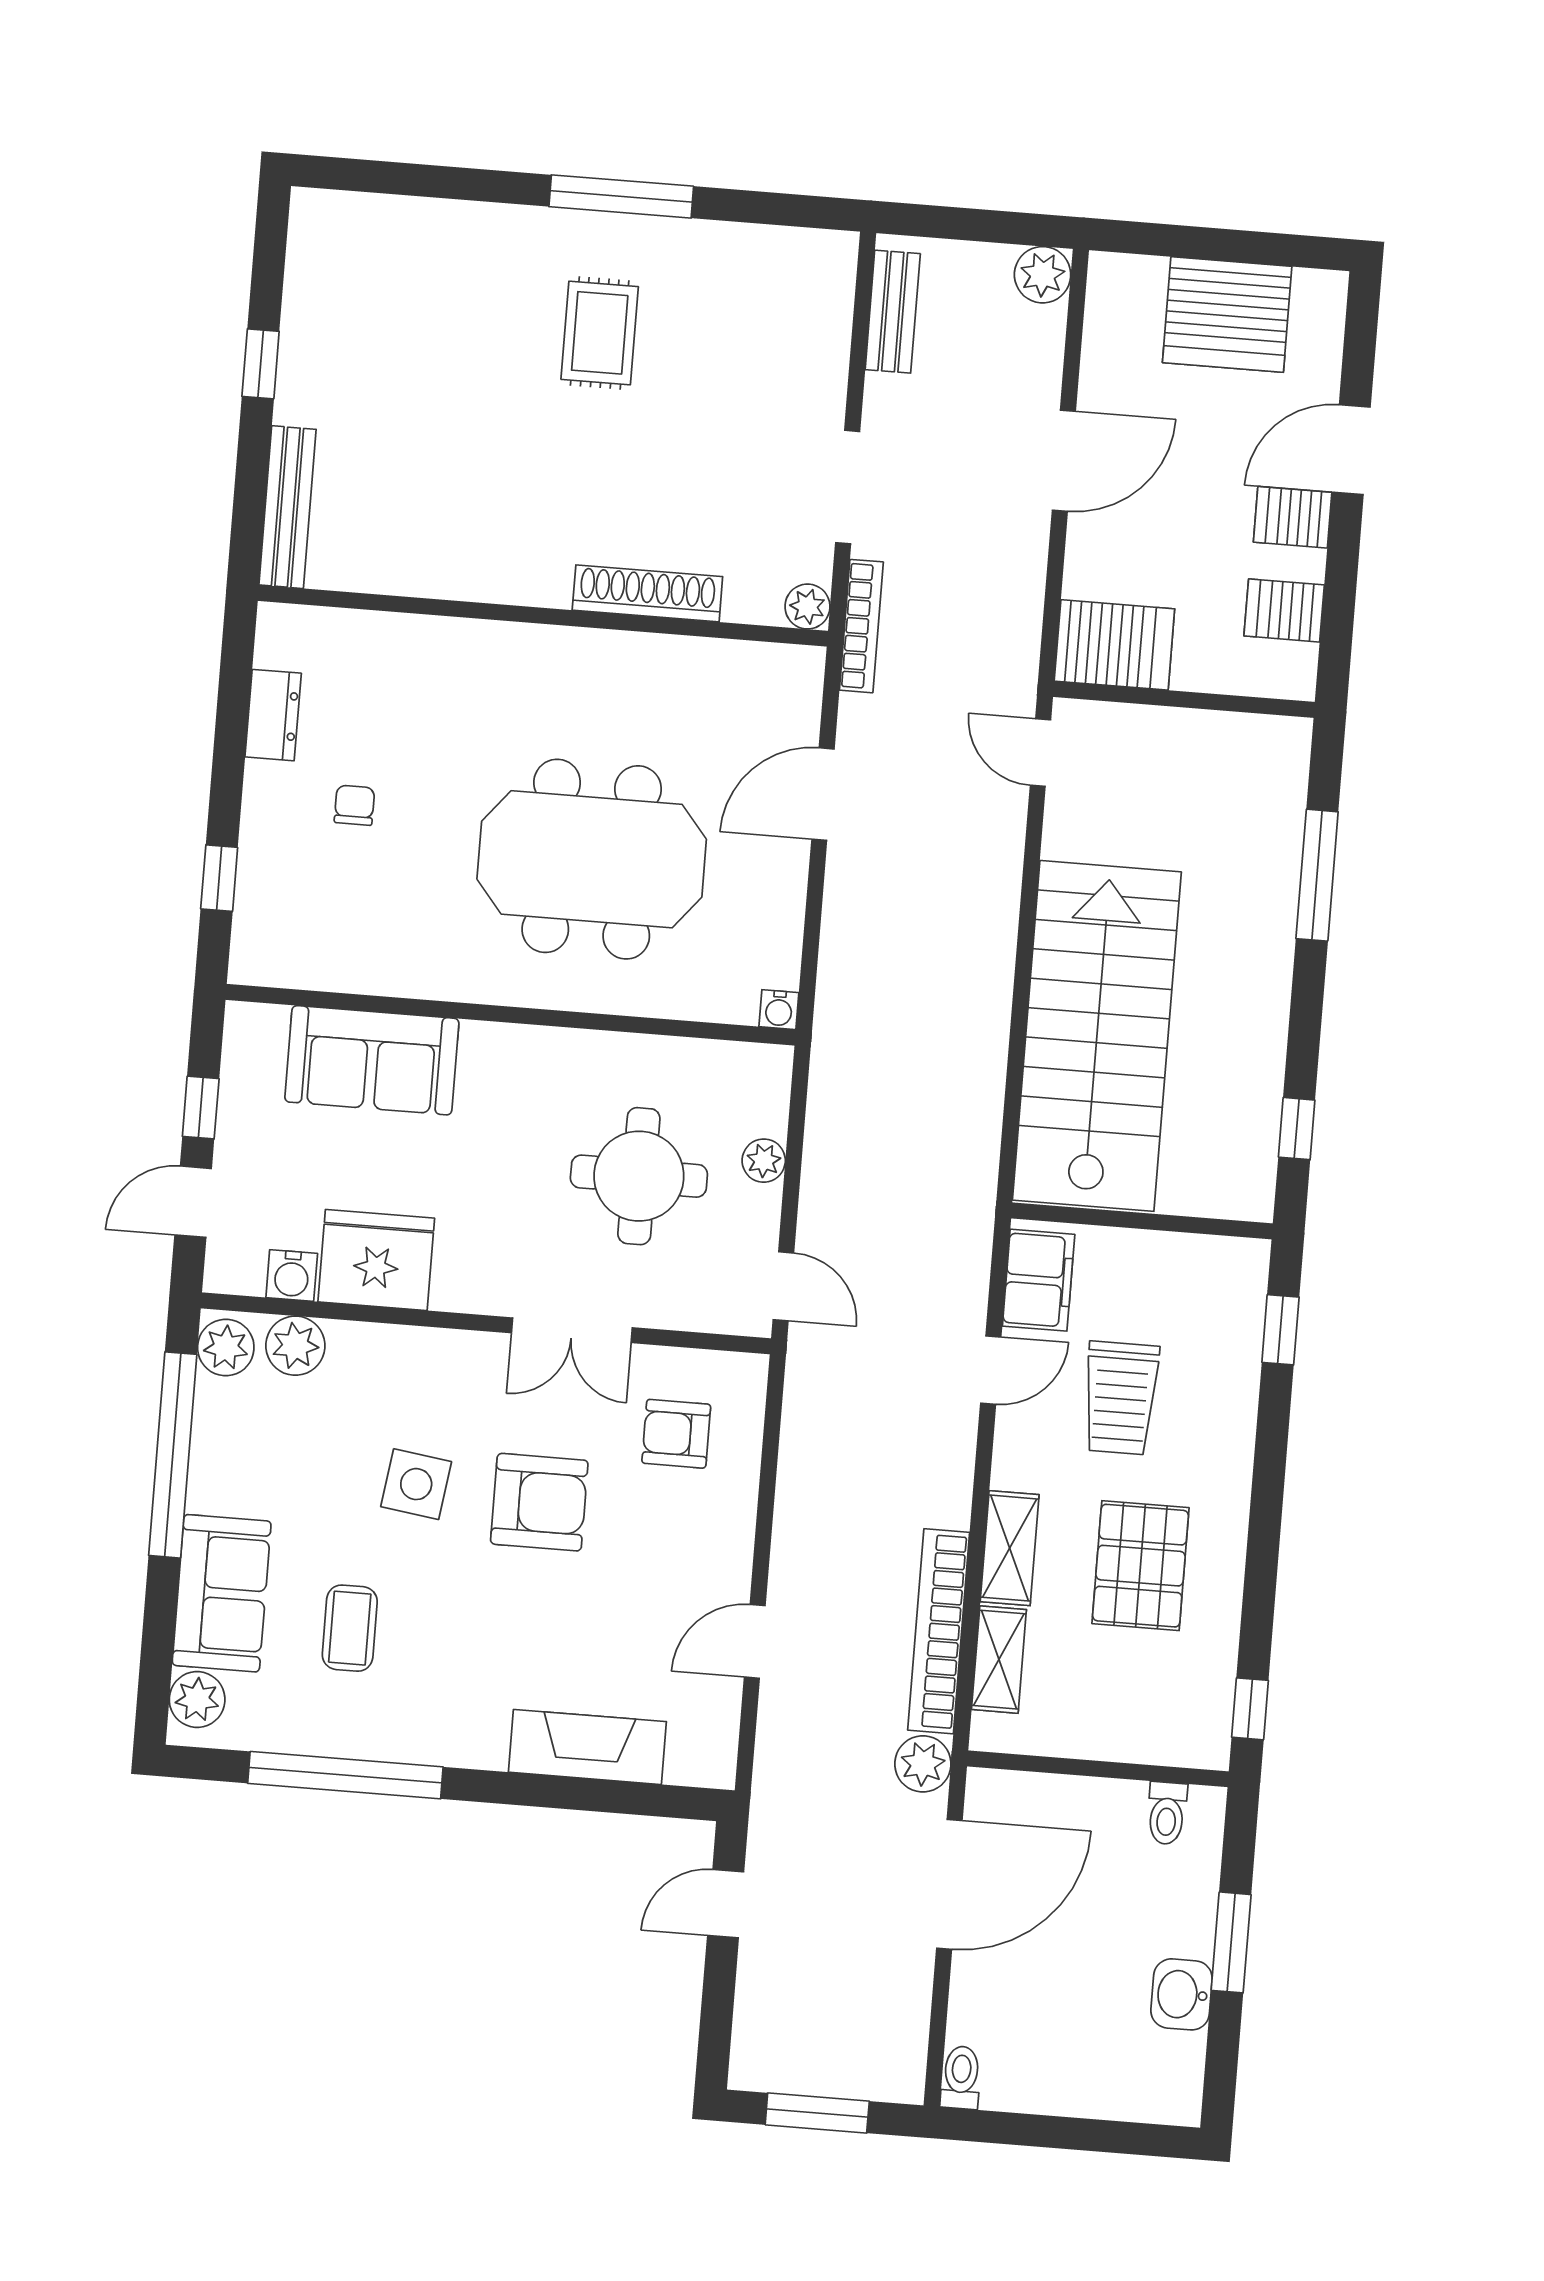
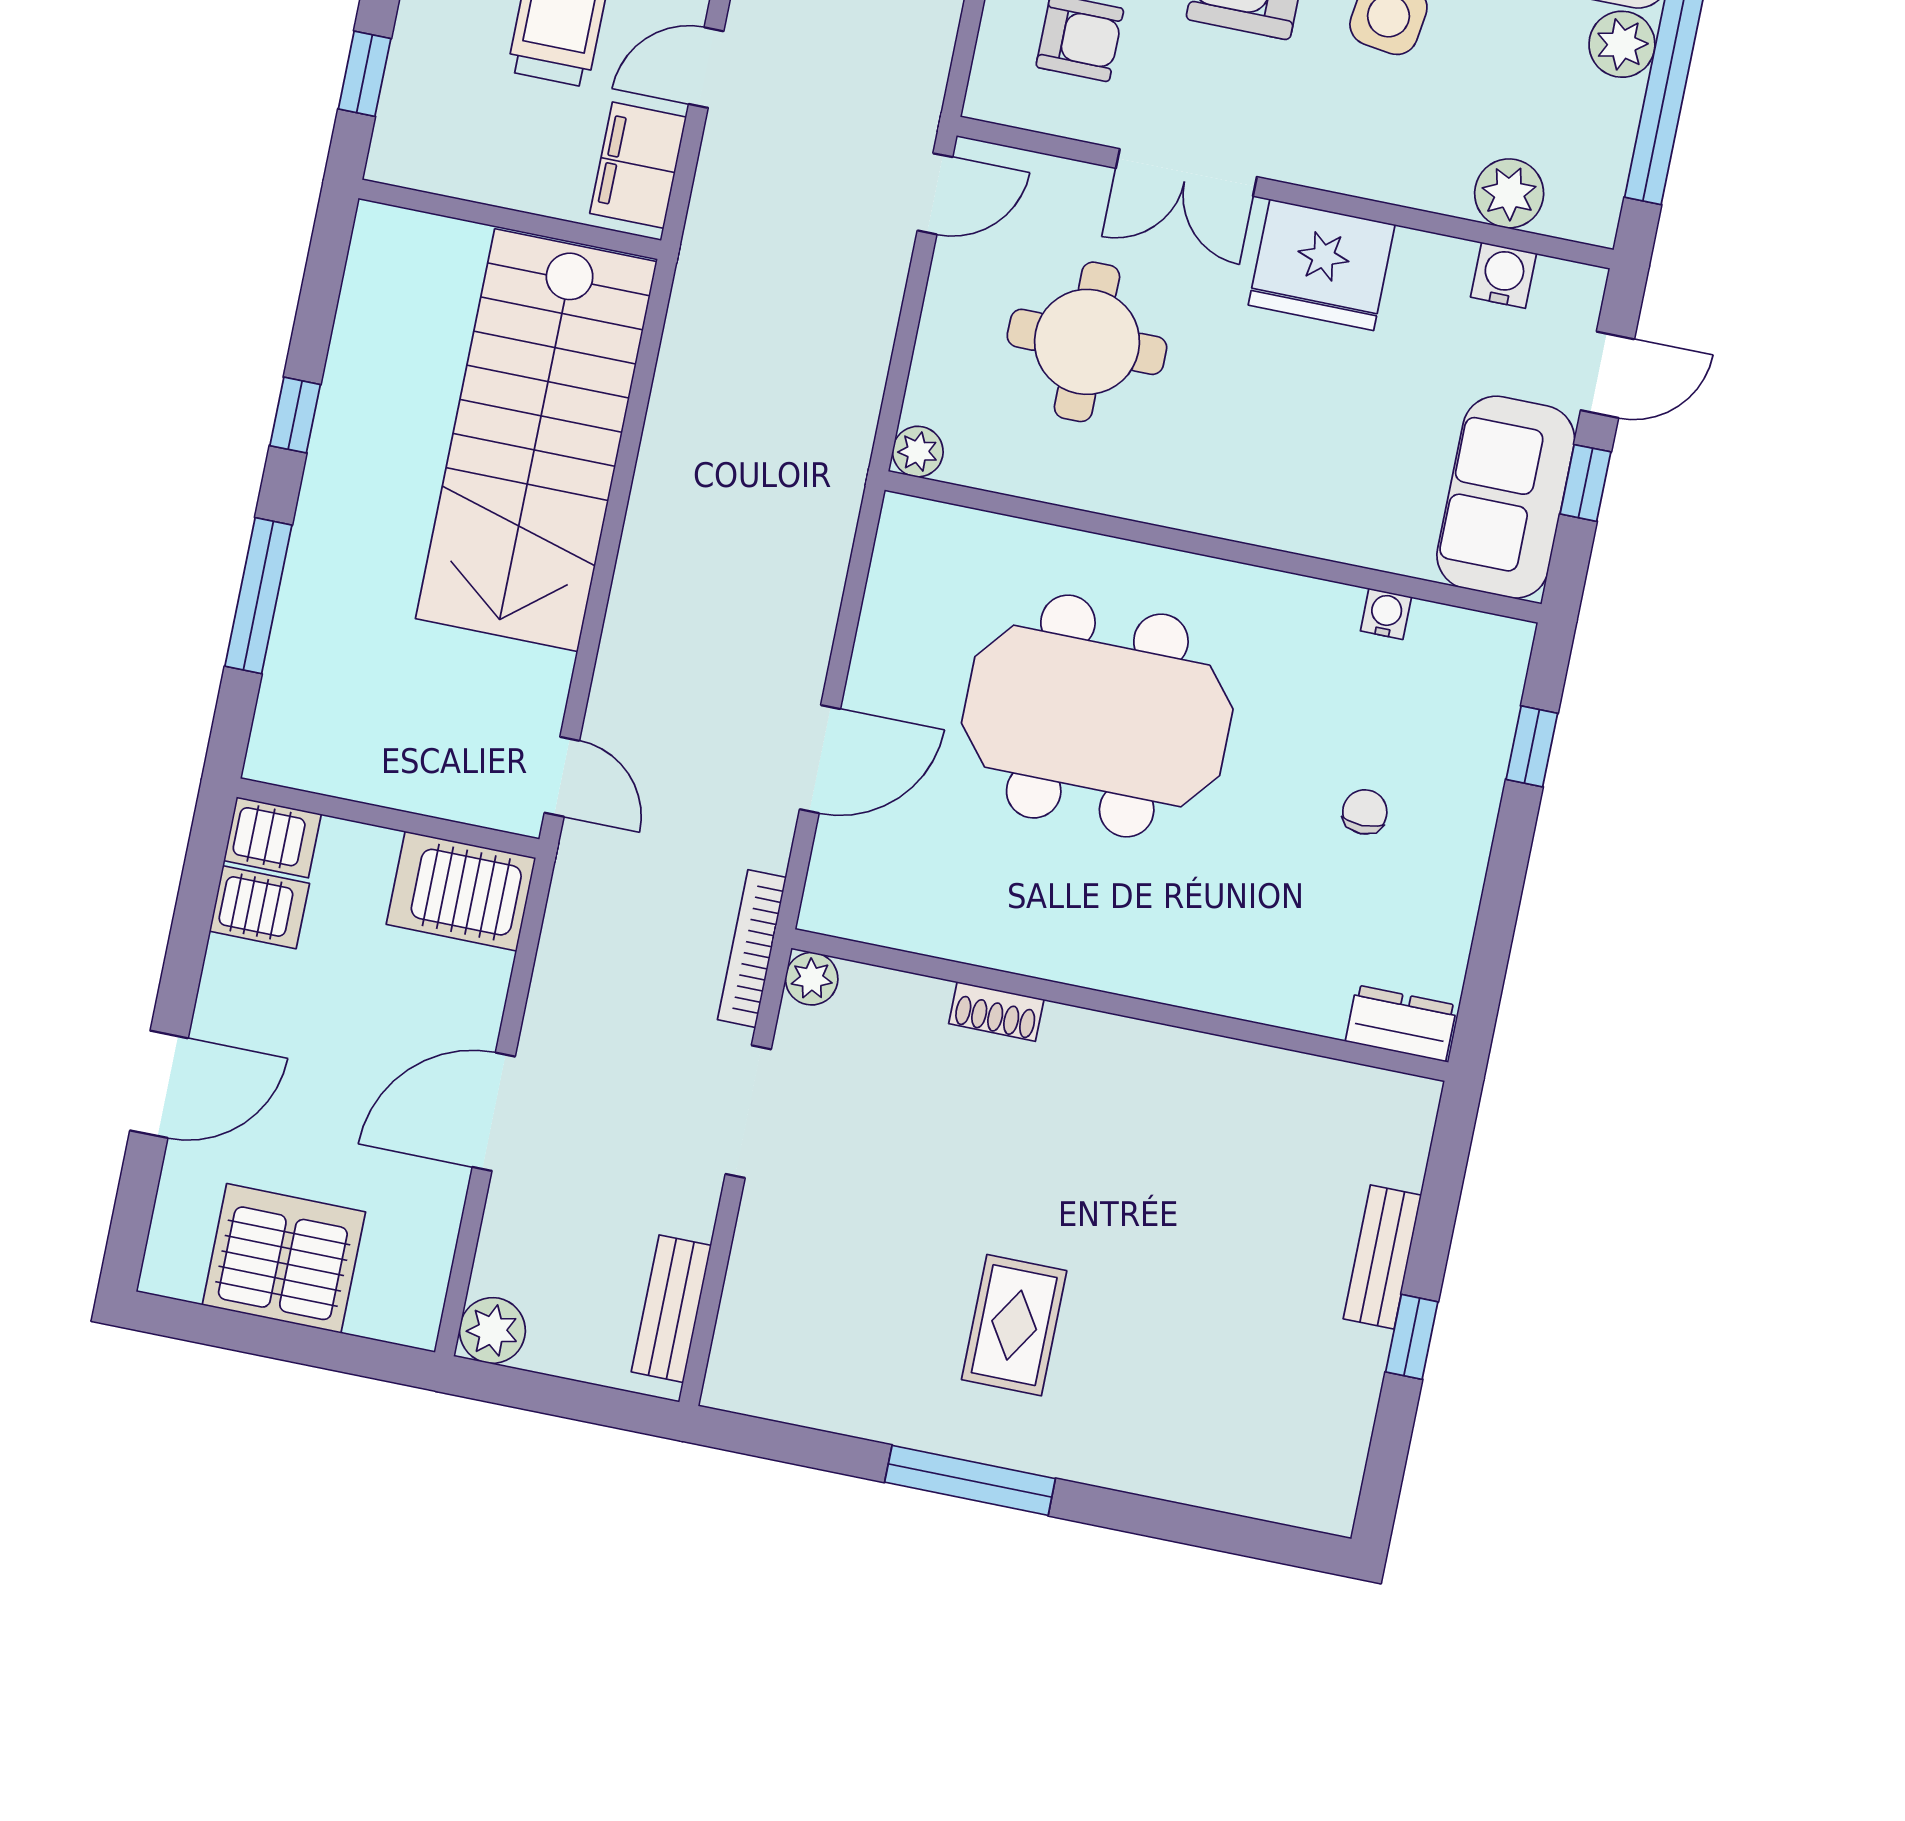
bench: (288, 507) -> (1382, 1257), moved, width x0.73
server rack: (1293, 517) -> (272, 837), moved
shoe rack: (647, 593) -> (996, 1011), width x0.51, depth x0.81
dresser: (273, 715) -> (1401, 1023), moved, turned 90
chair: (354, 805) -> (1365, 812), turned 180
water cooler: (779, 1010) -> (1386, 614), moved
sofa: (372, 1060) -> (1506, 497), moved, turned -90
window: (1297, 1129) -> (295, 415), moved
plant: (764, 1161) -> (918, 452), moved
fridge: (376, 1260) -> (1322, 265), moved
door: (783, 1286) -> (935, 194), swing flipped
double door: (572, 1330) -> (1186, 173), swing flipped
plant: (226, 1348) -> (1622, 44), moved

